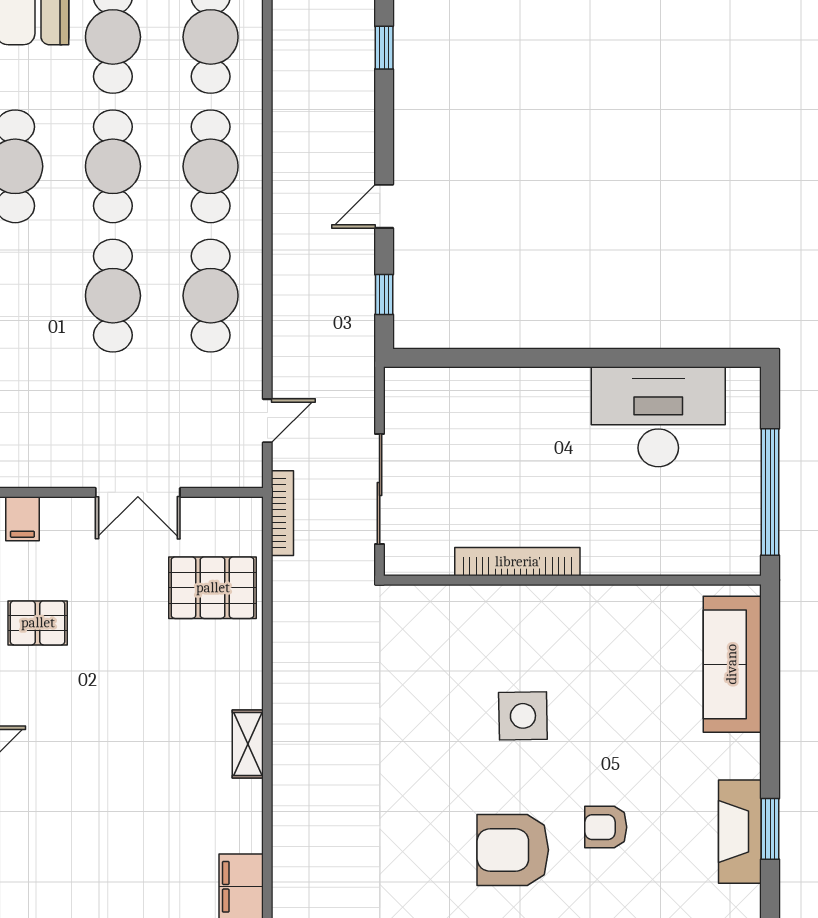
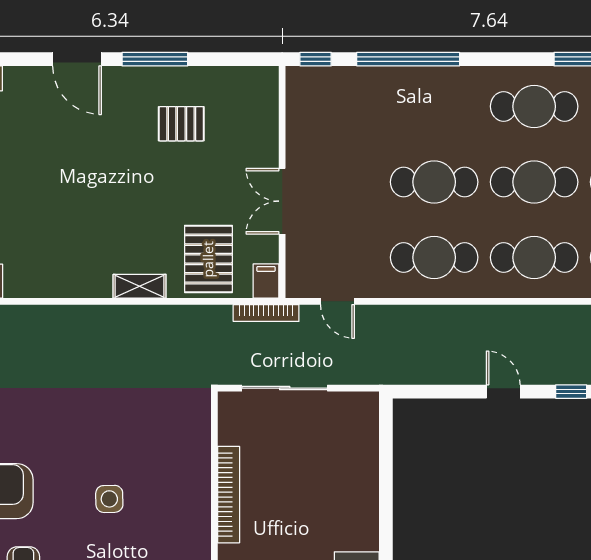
window: (384, 294) -> (571, 392), moved
filing cabinet: (22, 519) -> (266, 281), moved, turned 90
pallet: (38, 623) -> (181, 124), turned 90
side table: (523, 716) -> (109, 499), width x0.73, depth x0.73
shelving: (248, 744) -> (140, 286), moved

